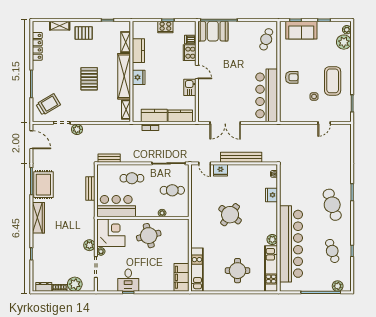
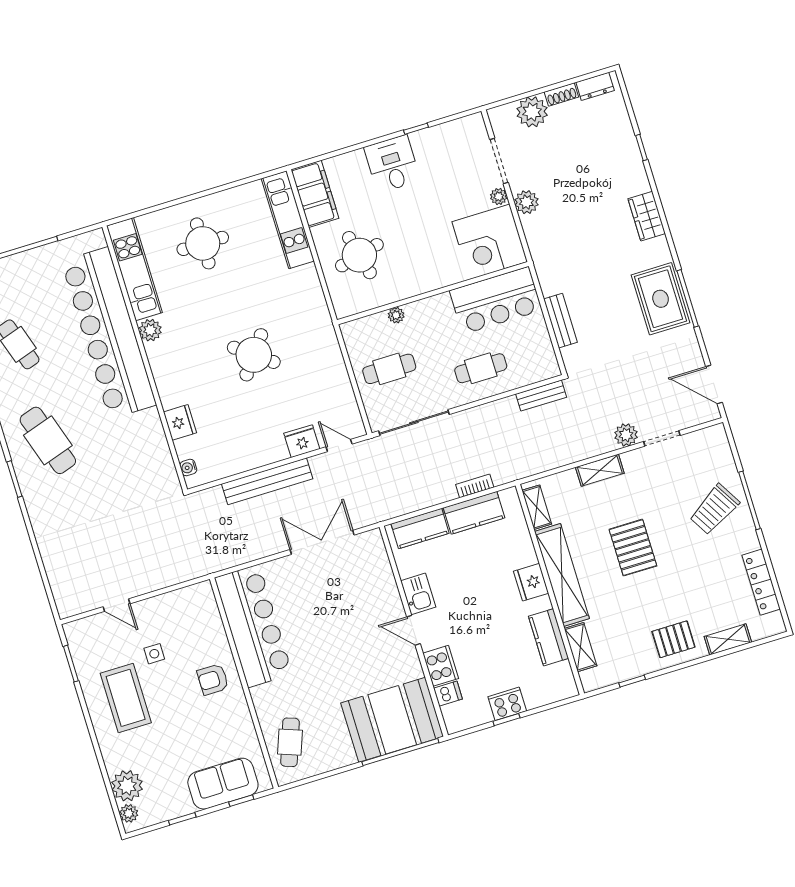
booth: (213, 31) -> (392, 720), width x1.36, depth x1.42
trolley: (48, 104) -> (714, 509), moved
shelving: (93, 117) -> (600, 470), added
door: (324, 123) -> (117, 605), swing flipped
wardrobe: (38, 218) -> (647, 216), width x0.67
round table: (149, 236) -> (359, 255), moved
desk: (128, 280) -> (392, 164), moved

